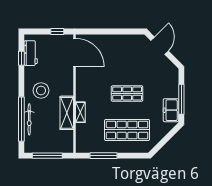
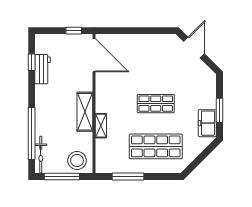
workbench: (31, 53) -> (43, 69), moved
stool: (41, 90) -> (77, 160), moved
window: (181, 99) -> (219, 110), width x0.69
shelving: (67, 113) -> (85, 112), moved
bicycle: (29, 119) -> (41, 155), moved

